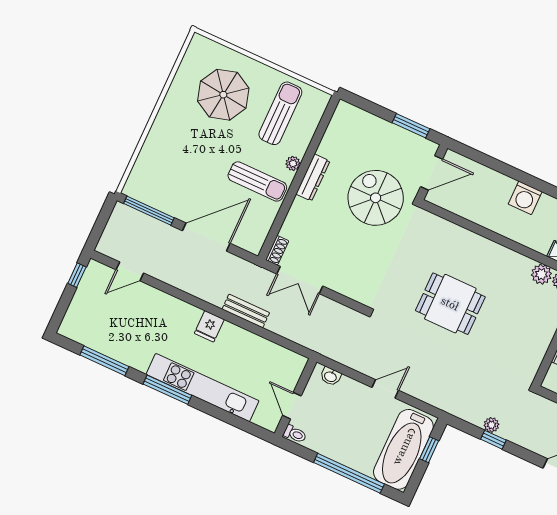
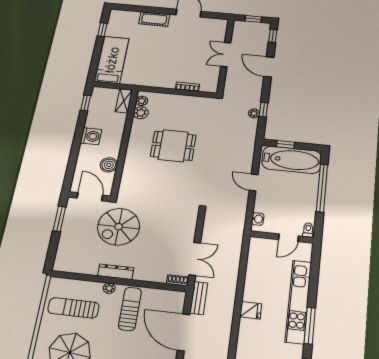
boiler: (472, 210) -> (109, 165), added
dining table: (450, 304) -> (173, 146), moved, turned 90
bench: (246, 311) -> (199, 298), moved

